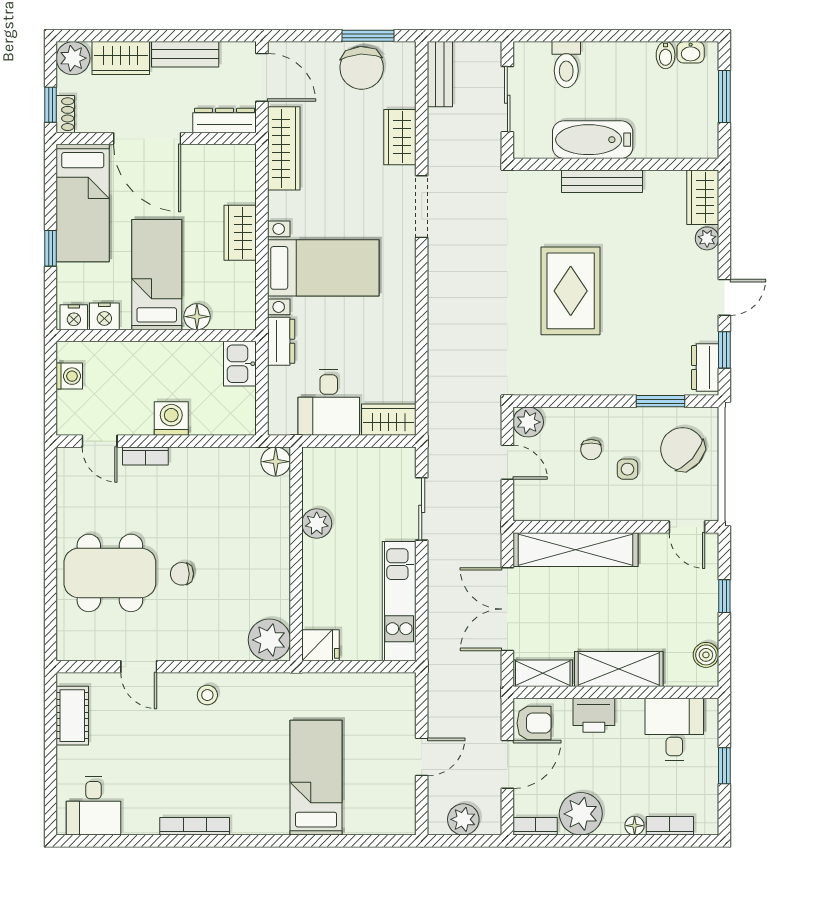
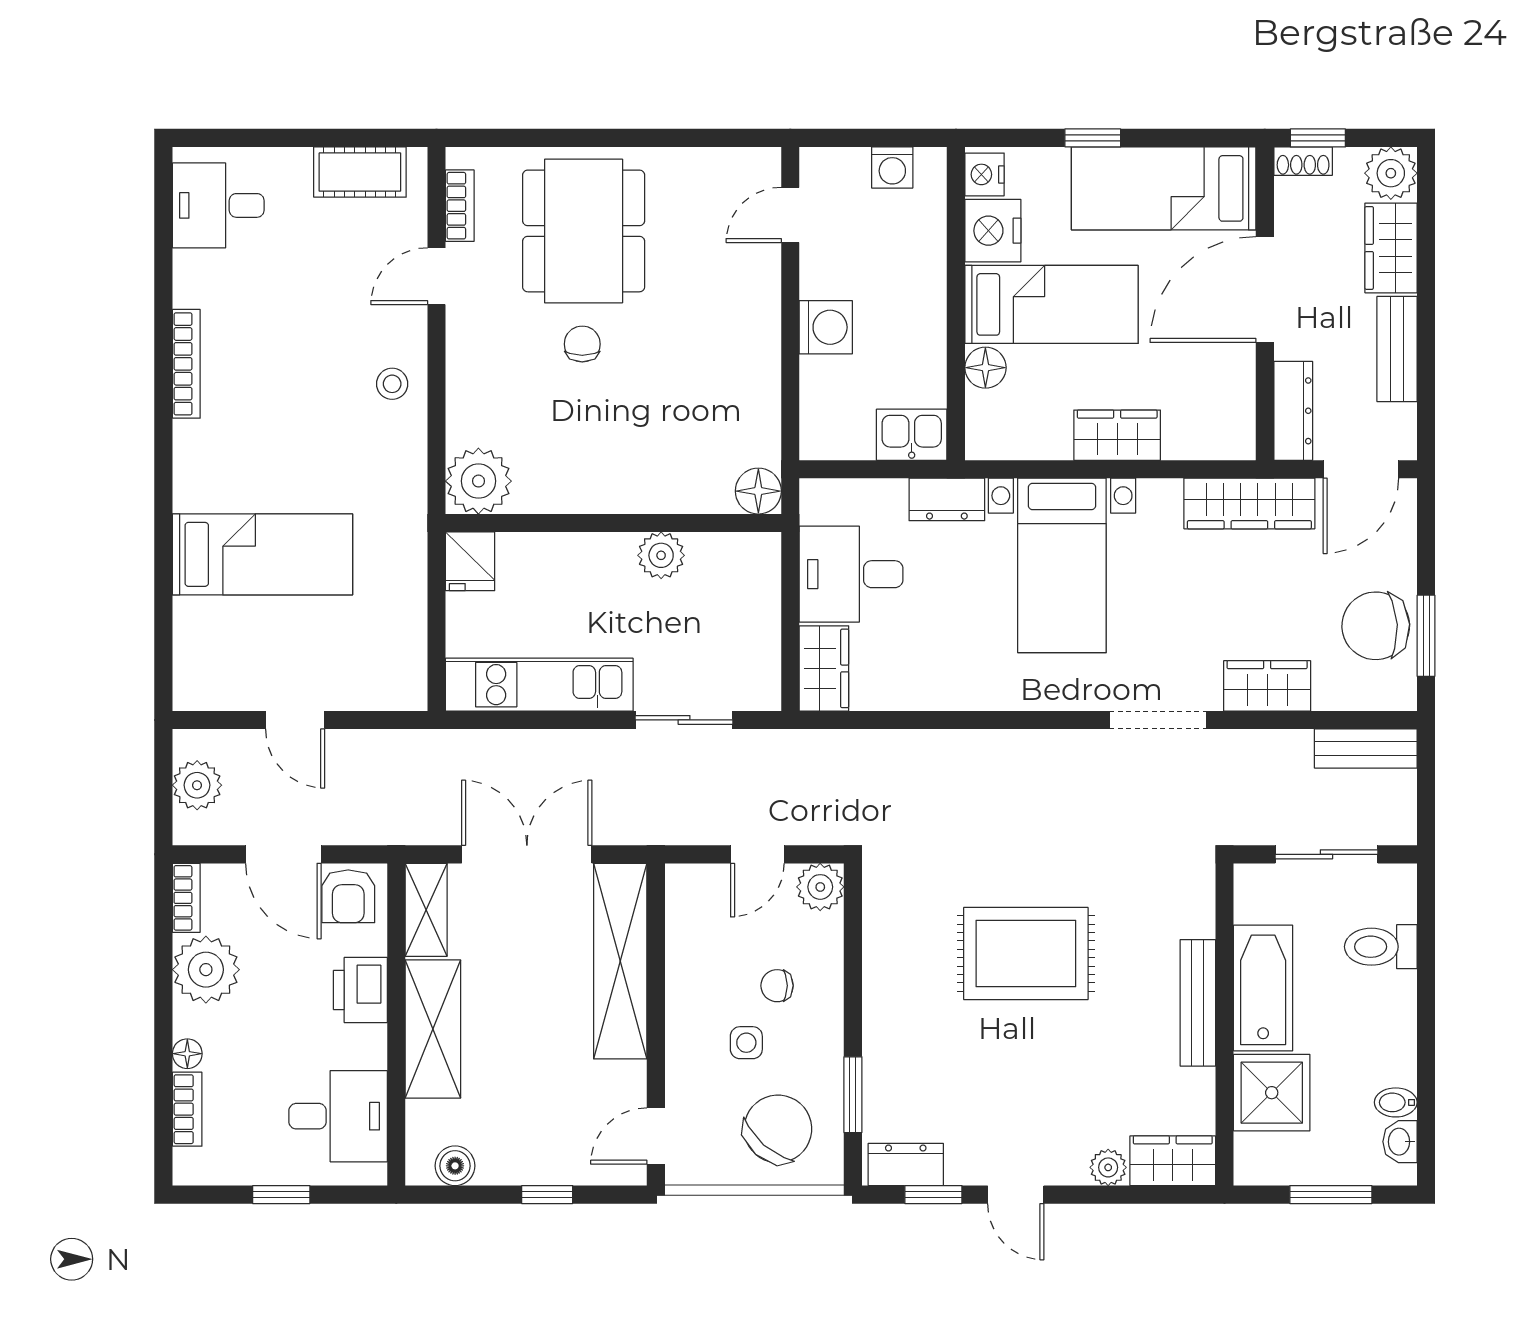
shower: (659, 134) -> (1272, 1093), added
nightstand: (104, 316) -> (993, 231), width x1.36, depth x1.33
bookcase: (145, 456) -> (460, 206), moved, turned 180

